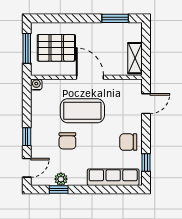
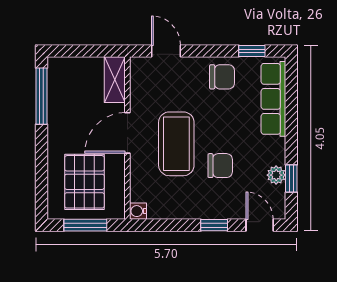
window: (115, 18) -> (42, 96), width x1.44
shelving: (135, 58) -> (115, 80), moved, turned 90
chair: (128, 142) -> (222, 77), turned -90

